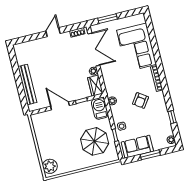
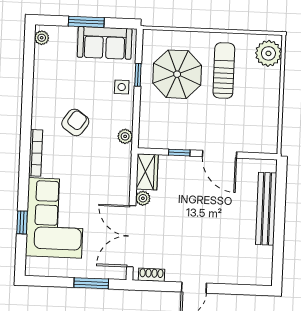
barbecue: (100, 108) -> (151, 129), removed
window: (172, 117) -> (22, 222), moved
sun lounger: (71, 150) -> (224, 71), added

